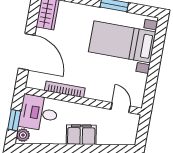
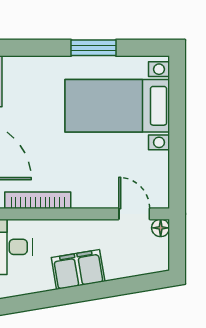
floor lamp: (135, 119) -> (161, 228), added

